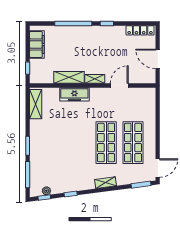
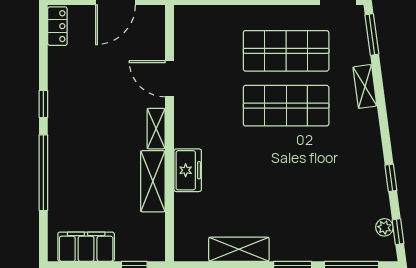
locker: (140, 30) -> (57, 26), width x0.66
freezer: (74, 94) -> (188, 170), width x0.71
shelving: (36, 104) -> (239, 249), moved
shelving: (106, 183) -> (365, 86), moved

